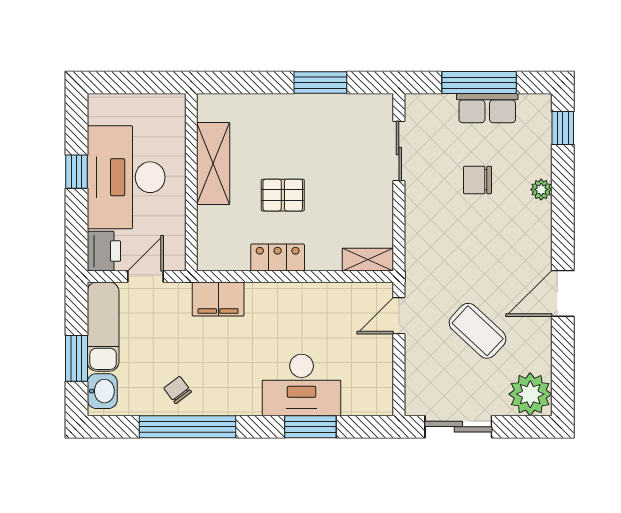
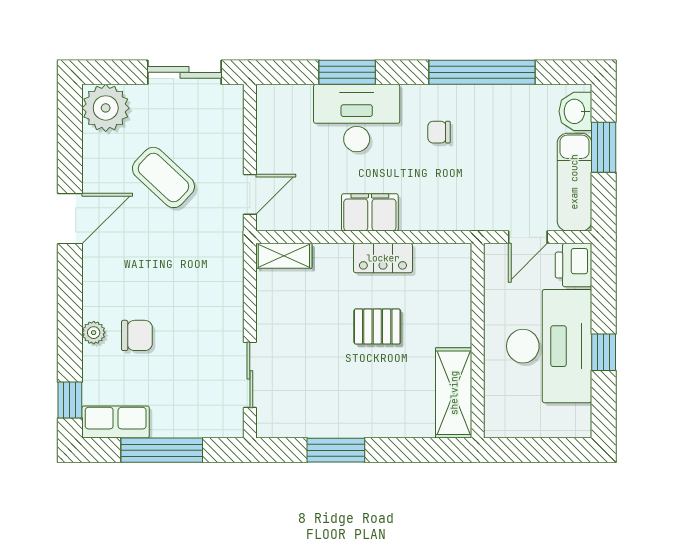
row of seats: (487, 108) -> (116, 422), moved
shelving: (213, 164) -> (454, 393), moved
chair: (478, 180) -> (137, 335), moved
filing cabinet: (218, 299) -> (370, 212), moved
chair: (178, 390) -> (439, 132), moved, turned 127

